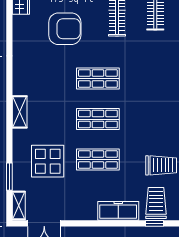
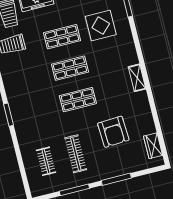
armchair: (65, 29) -> (113, 132), turned -93
shelving: (20, 112) -> (137, 78), moved

